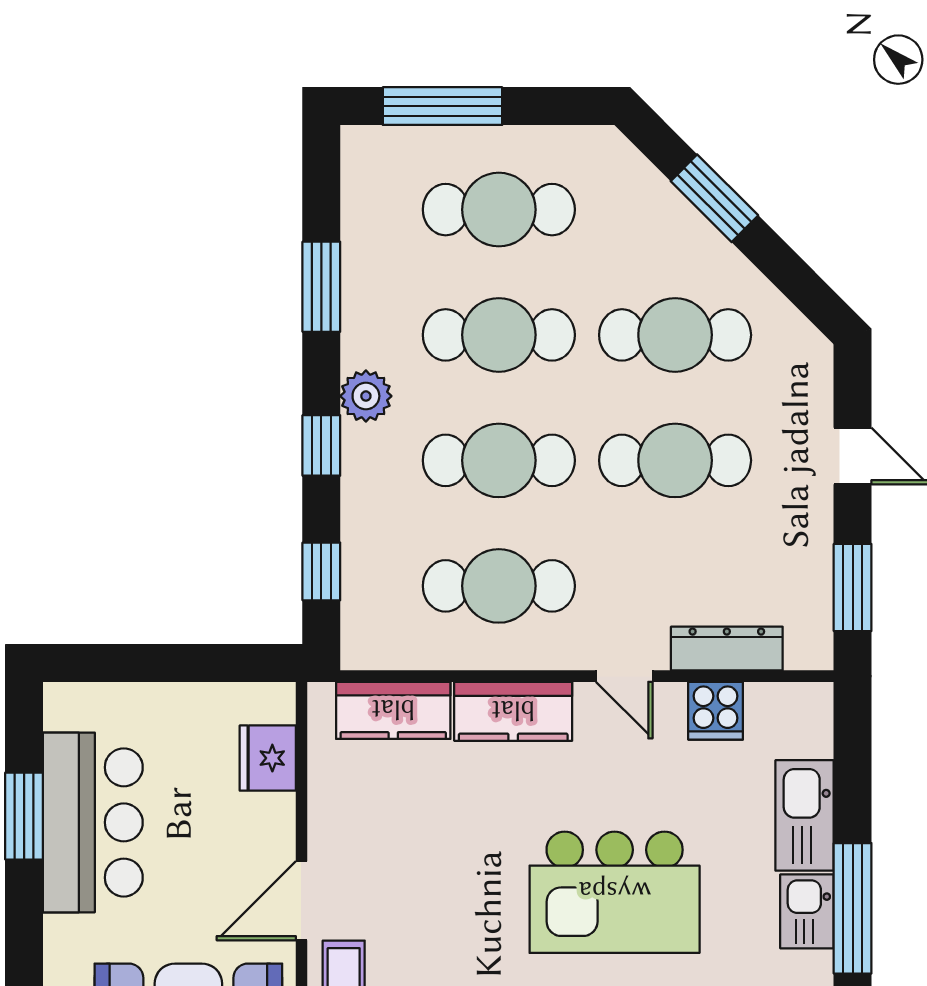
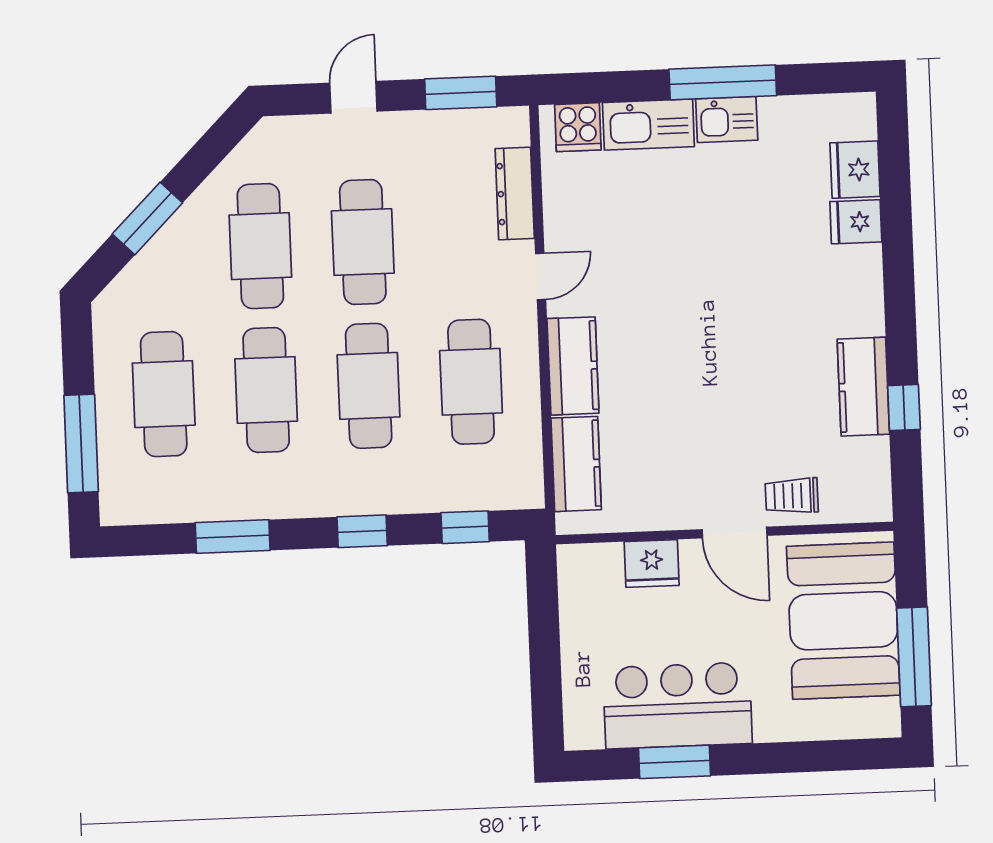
plant: (366, 396) -> (320, 497), removed
cooker: (716, 711) -> (578, 127), moved, turned 90
fridge: (268, 758) -> (652, 563), moved
kitchen island: (615, 892) -> (717, 277), removed

